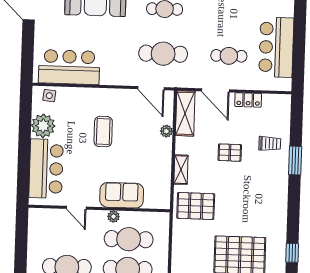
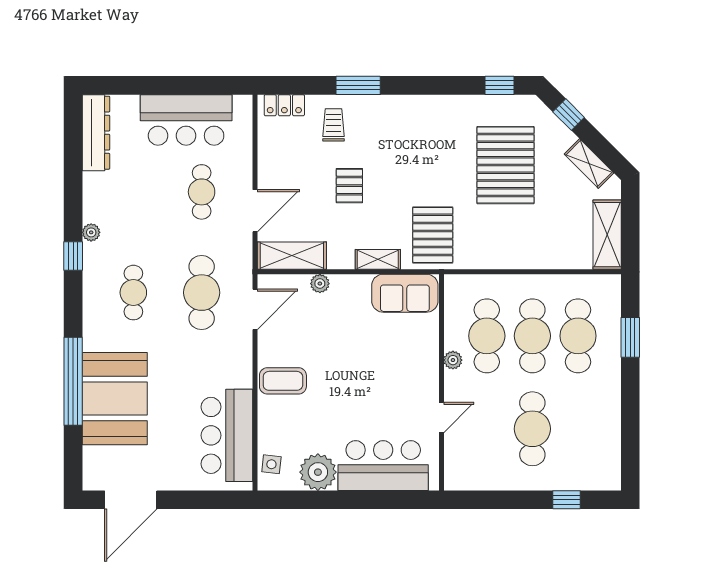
locker: (248, 100) -> (284, 105), moved, turned 90
coffee table: (103, 132) -> (283, 381), moved
sofa: (122, 195) -> (405, 293), moved, turned -90

